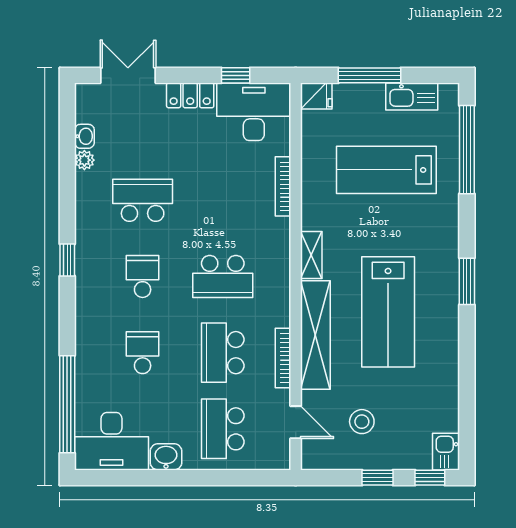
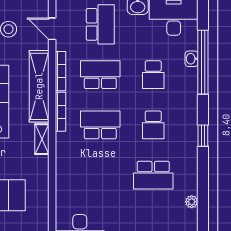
washbasin: (84, 136) -> (192, 59), moved
bookcase: (283, 186) -> (60, 112), moved
school desk: (223, 353) -> (100, 75), turned -90
window: (67, 404) -> (203, 62), moved

